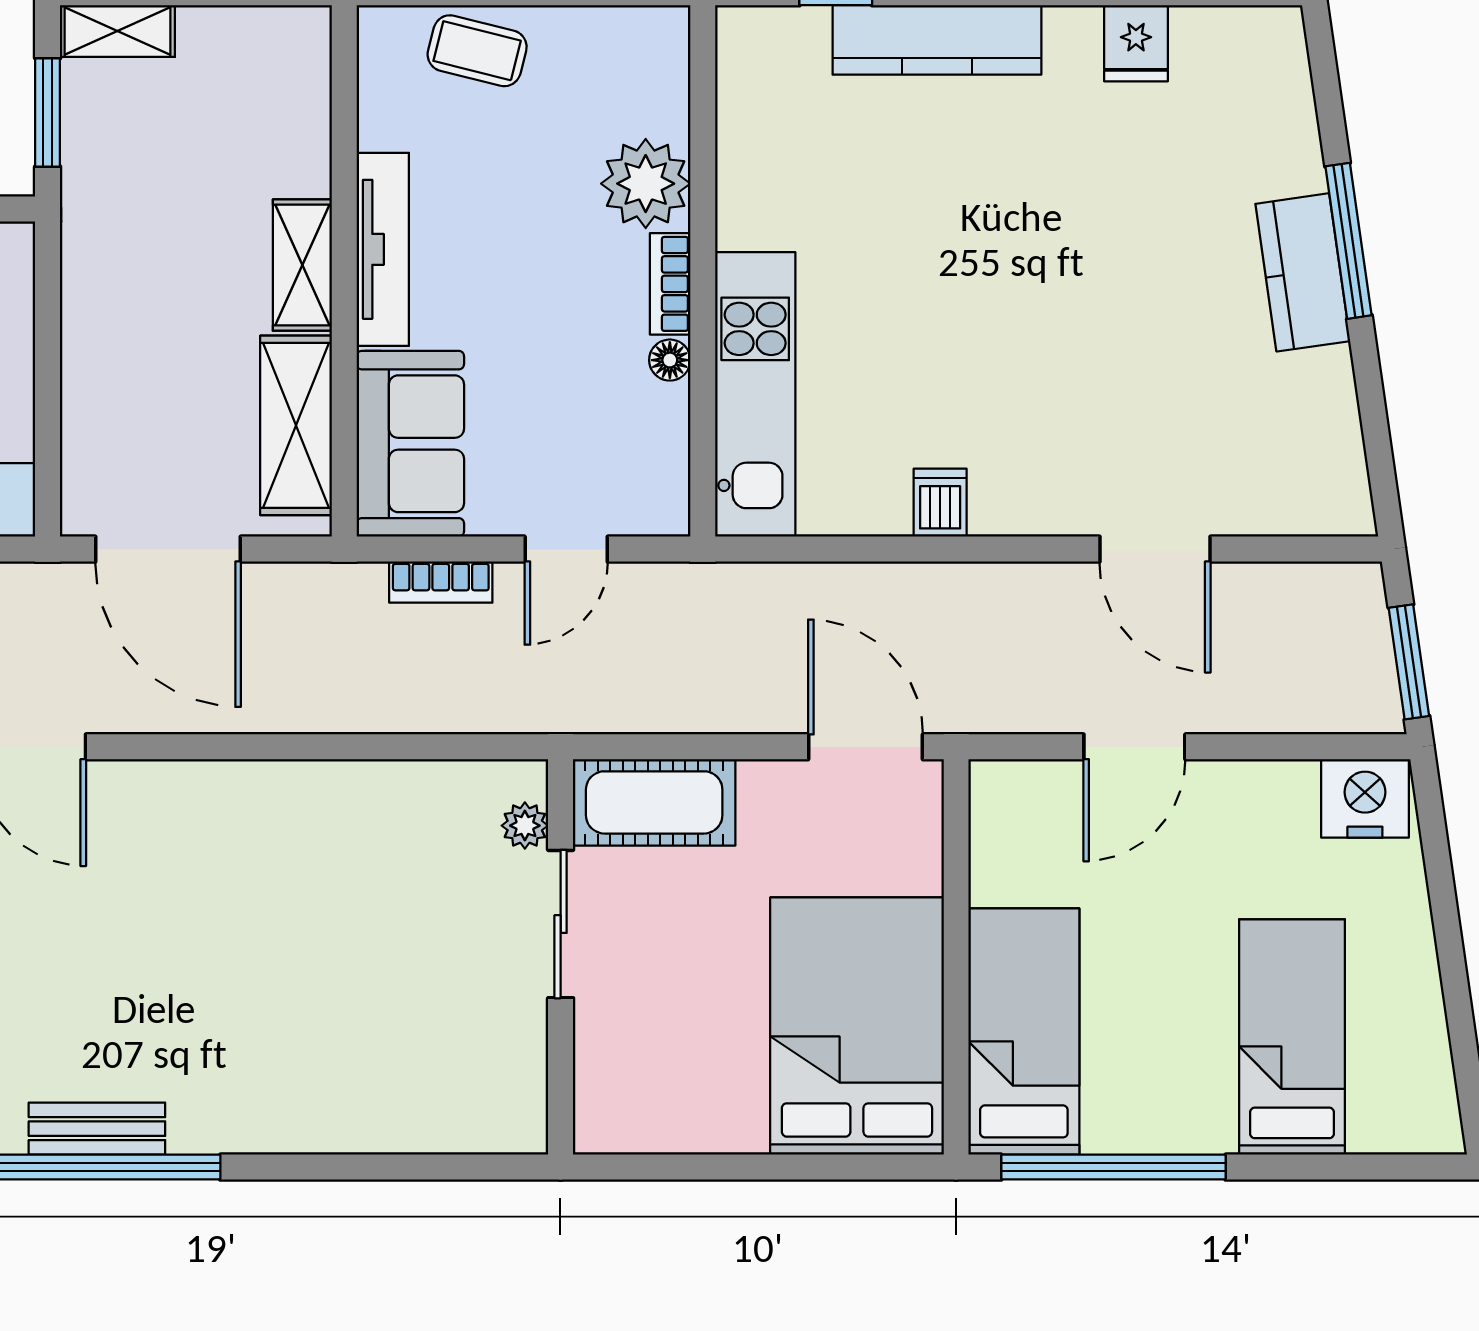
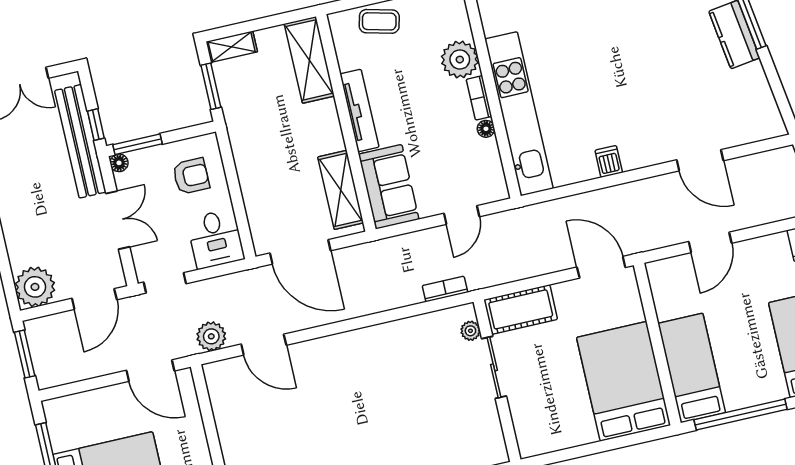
shelving: (302, 265) -> (309, 60), moved, width x1.50, depth x1.33
kitchen unit: (755, 394) -> (519, 114), width x1.36
bookcase: (441, 582) -> (445, 289), moved, turned 180

